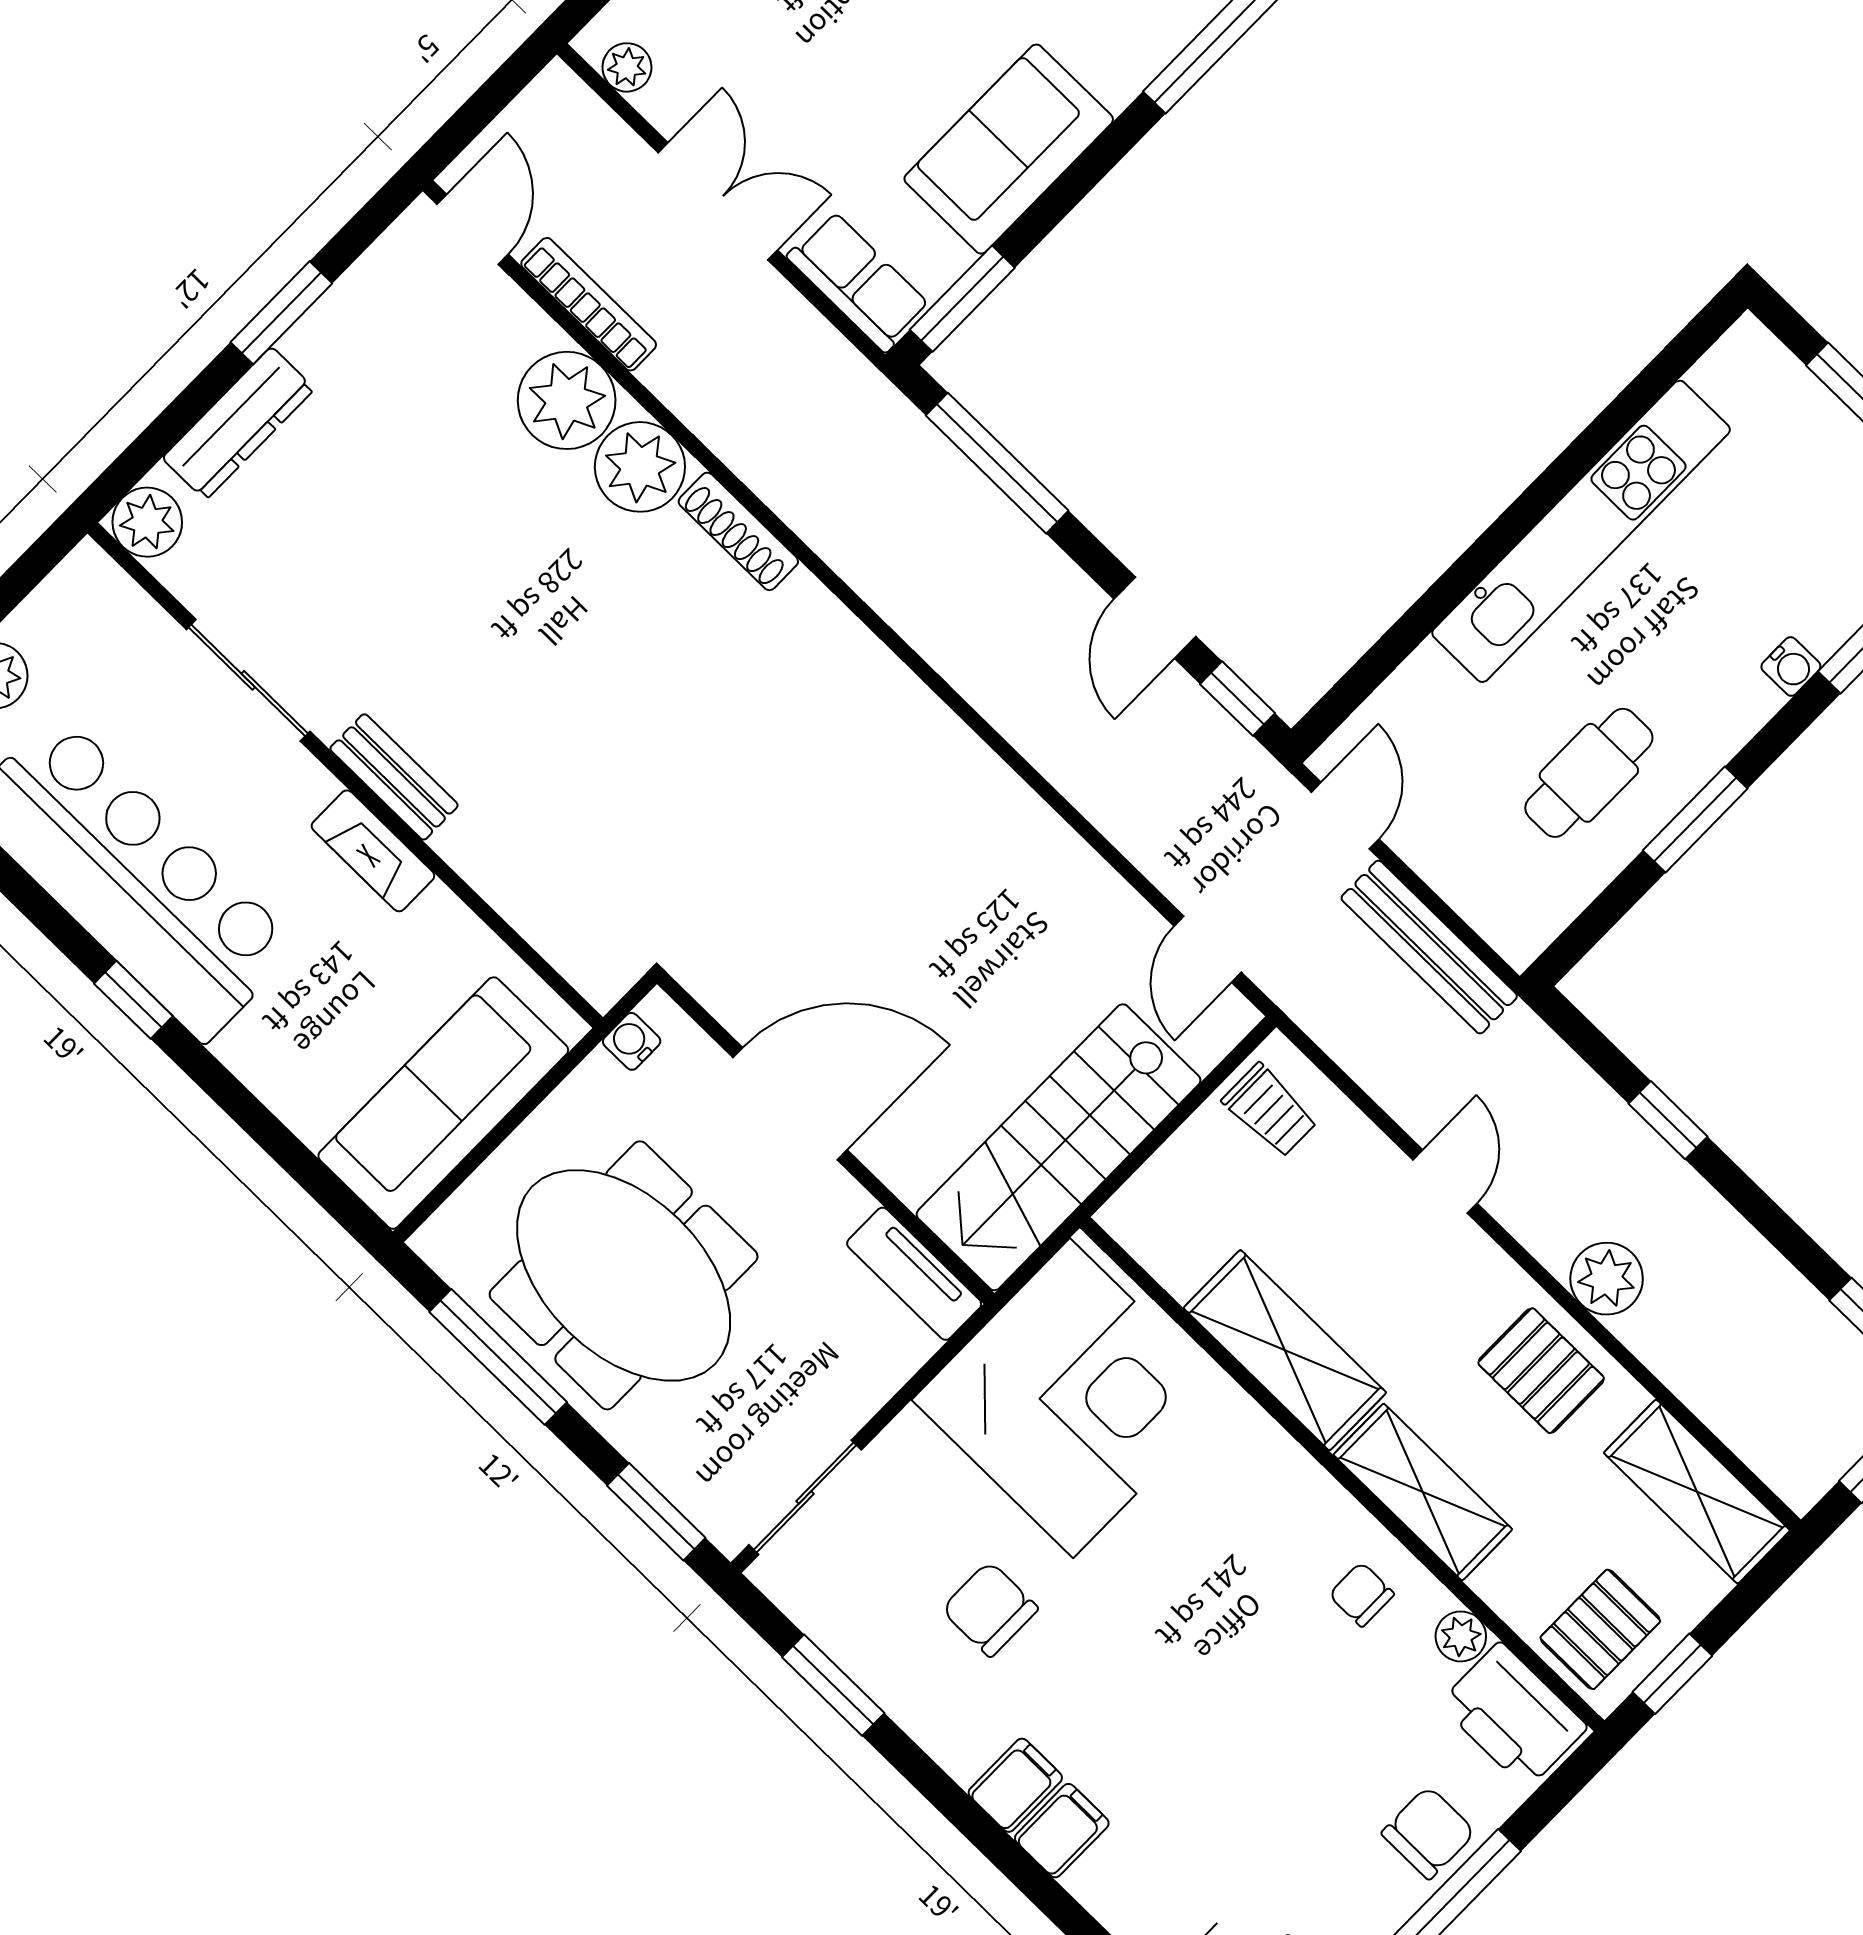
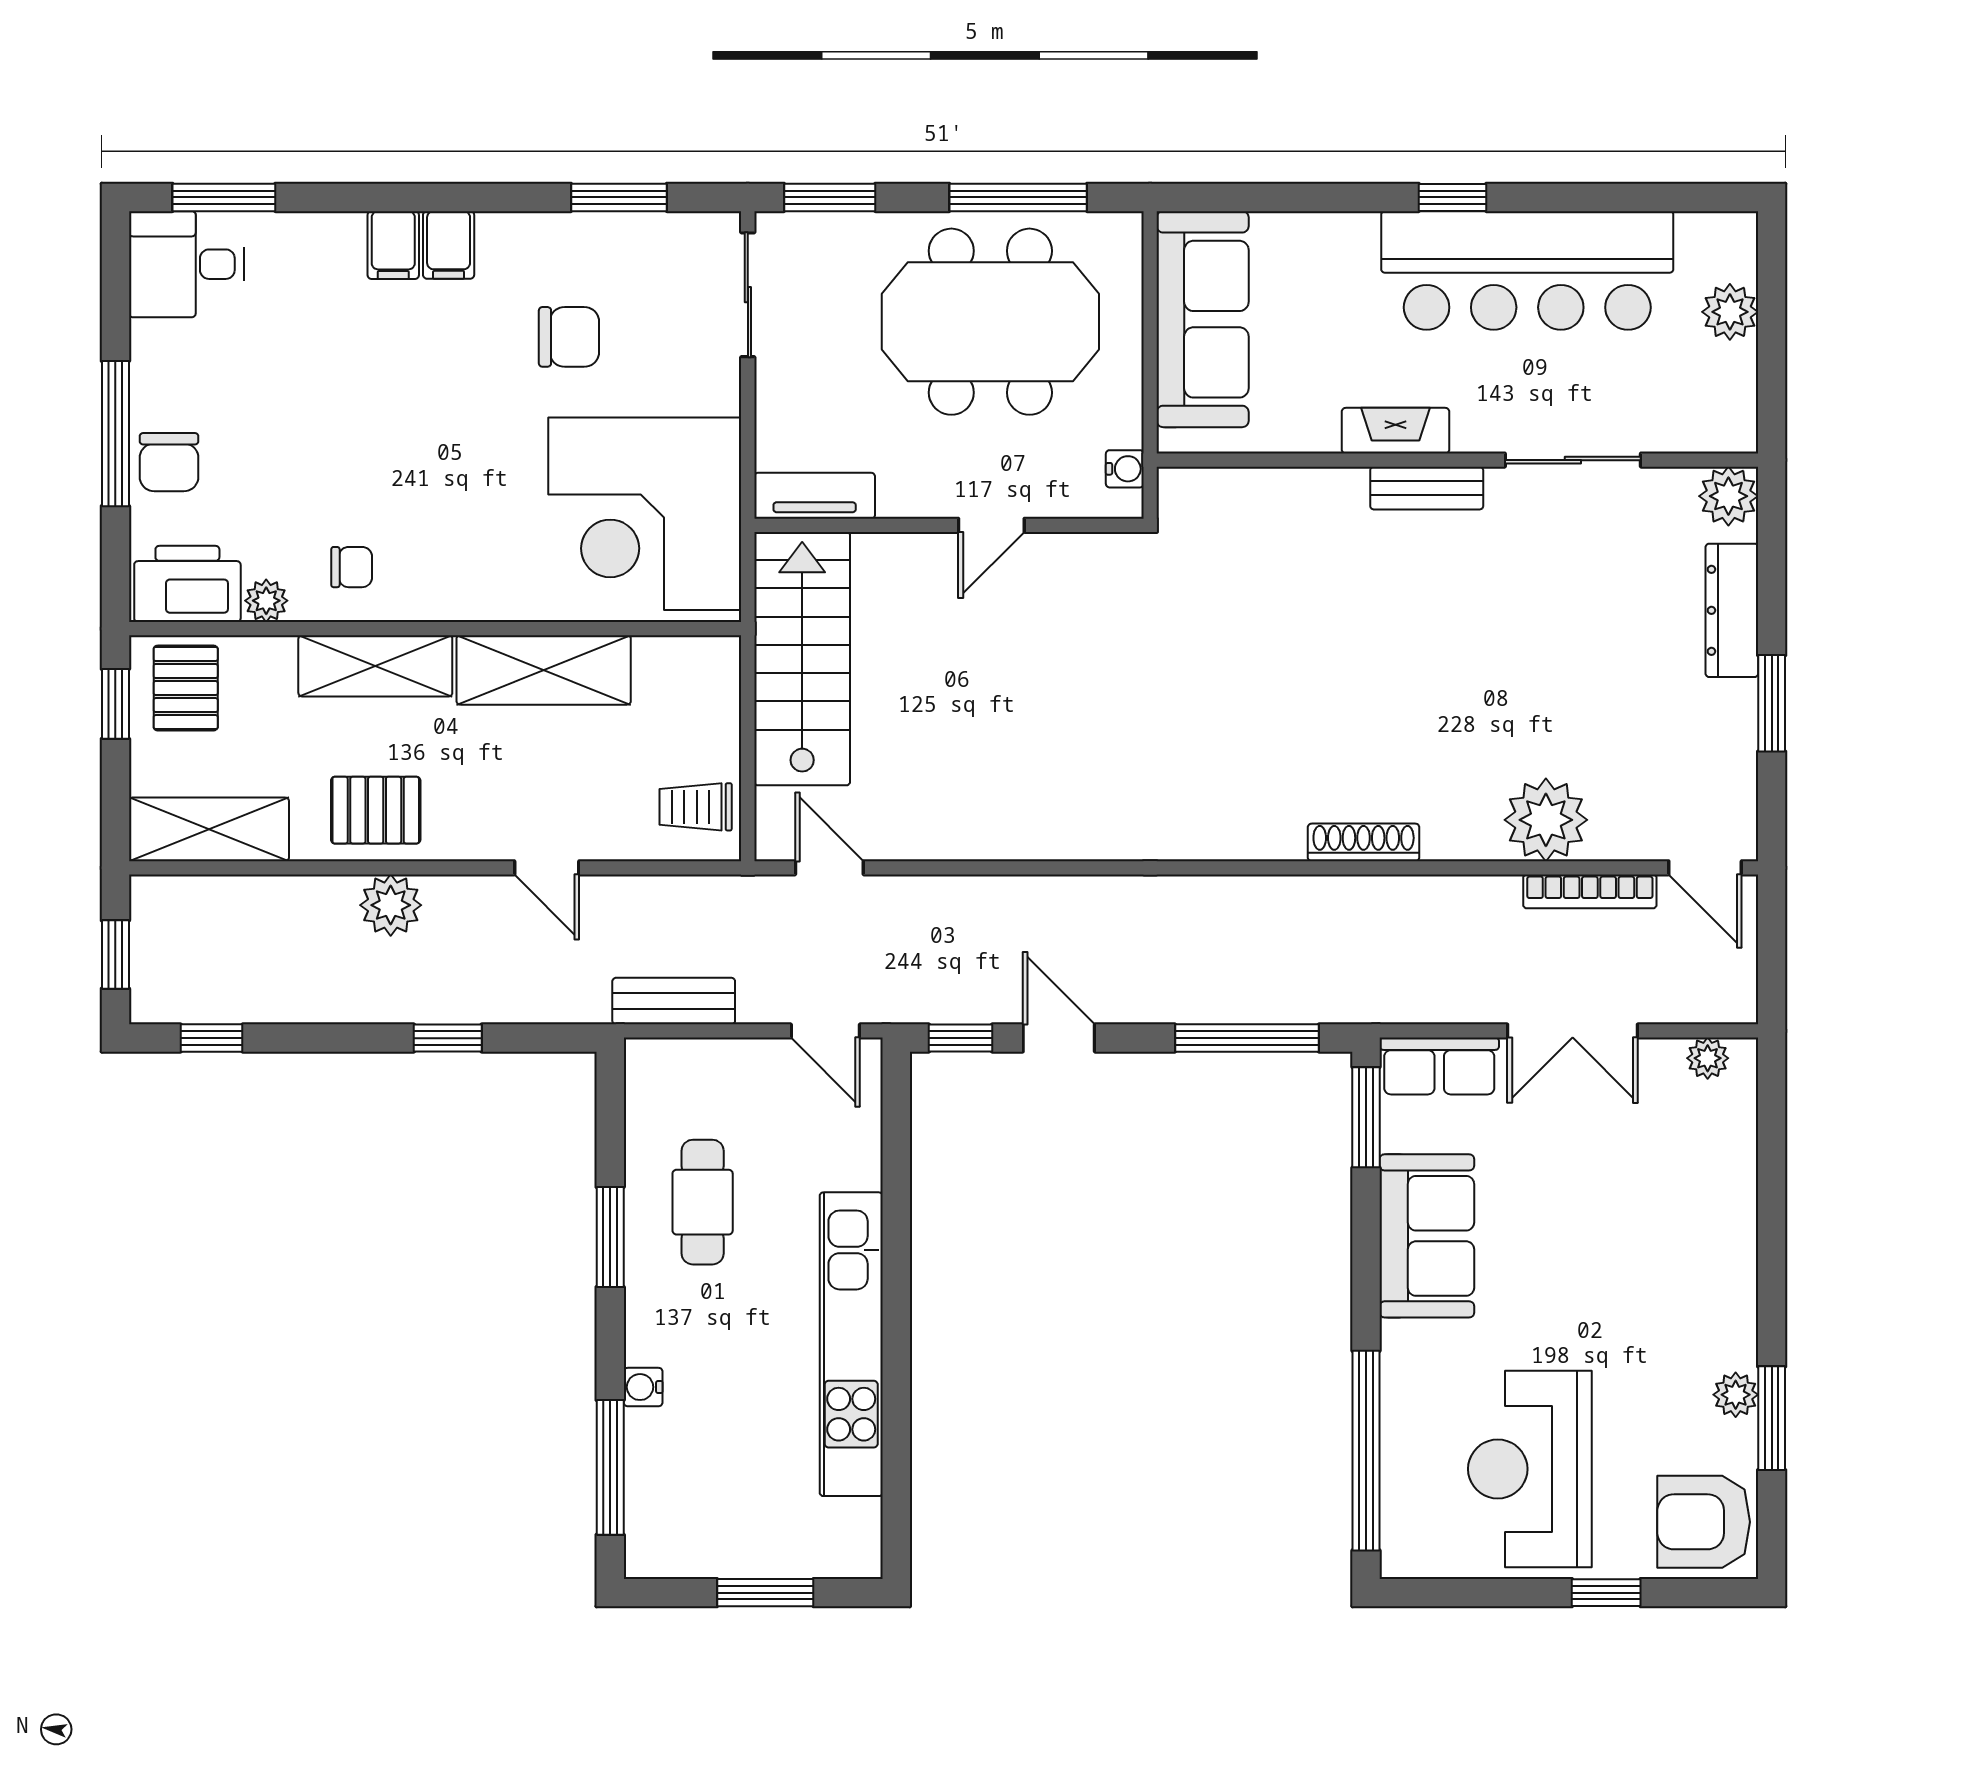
plant: (640, 467) -> (1462, 823), removed
bench: (1429, 947) -> (674, 1001), width x0.73
door: (790, 1104) -> (991, 525), width x0.53

